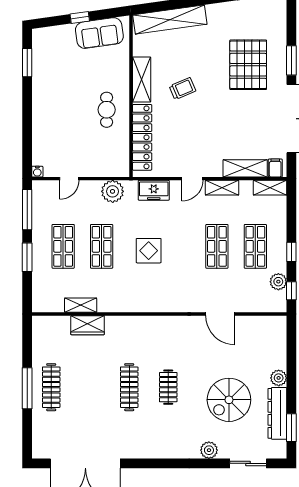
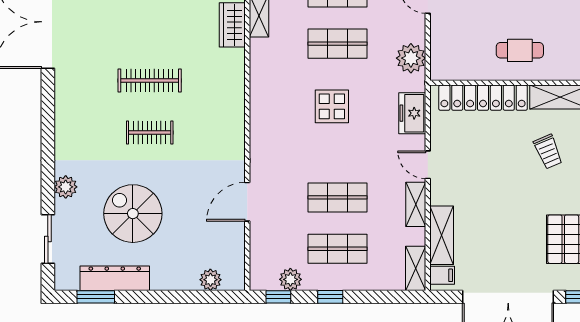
plant: (279, 378) -> (210, 280), moved

